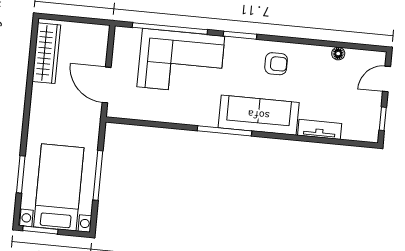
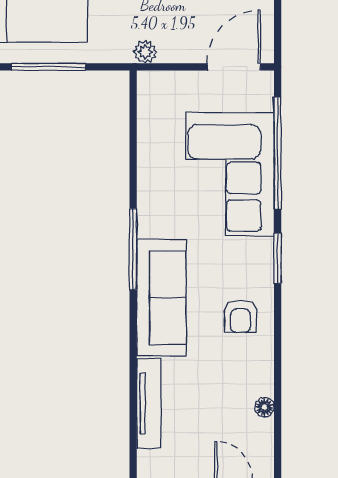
door: (107, 85) -> (234, 67), moved
plant: (94, 110) -> (145, 52), added
tv unit: (320, 129) -> (149, 403), width x1.41

